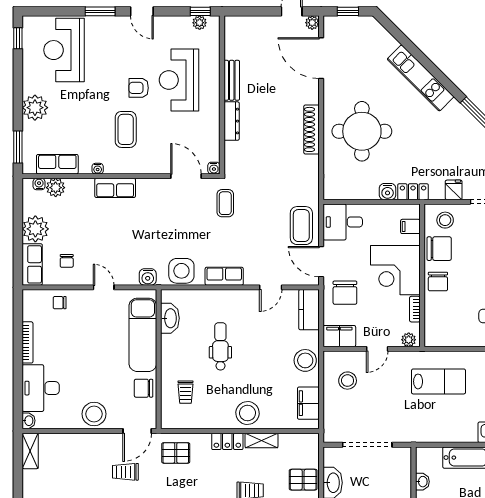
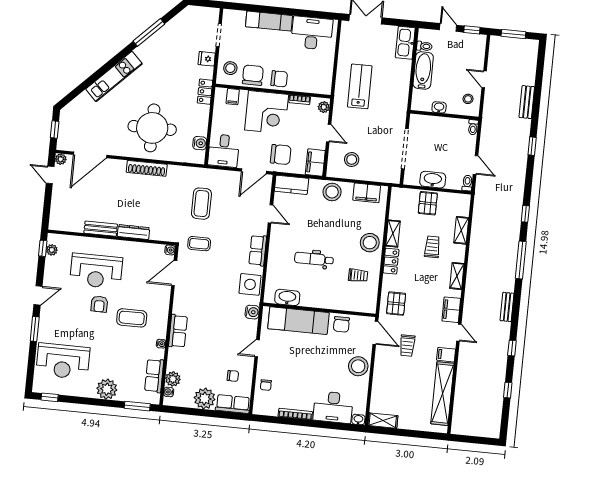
water cooler: (388, 192) -> (200, 143), moved
coffee table: (301, 226) -> (201, 204), moved, turned 90
trolley: (185, 392) -> (358, 275), moved

